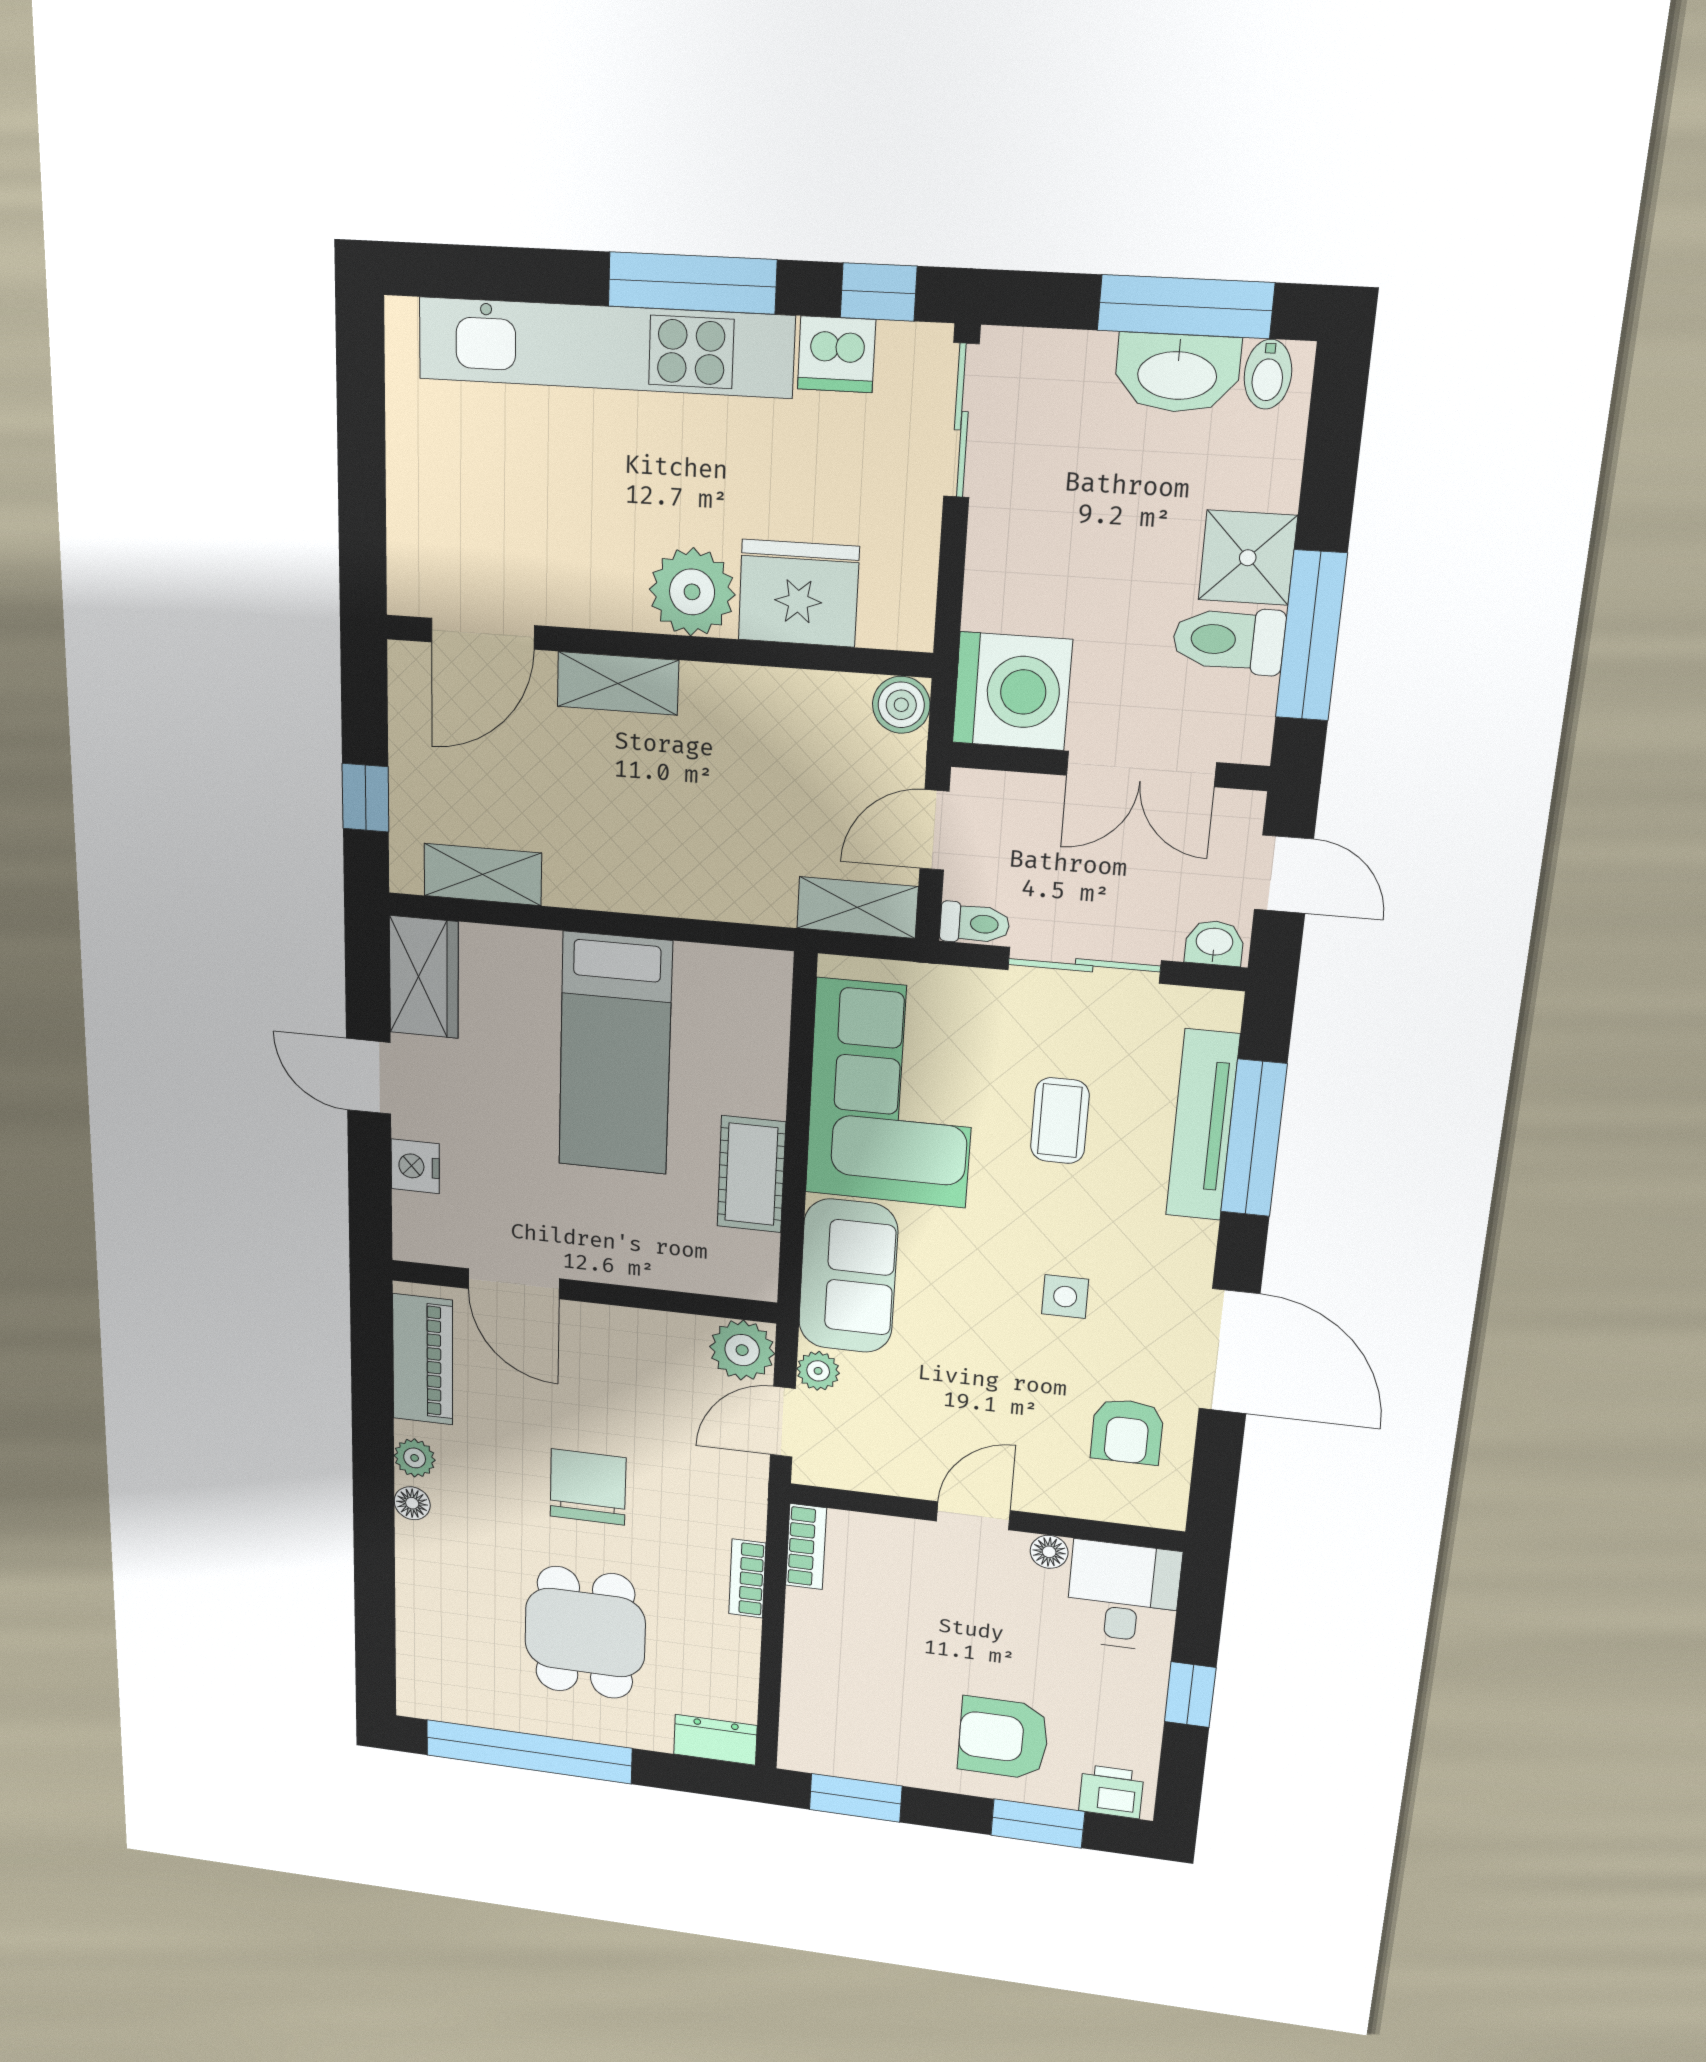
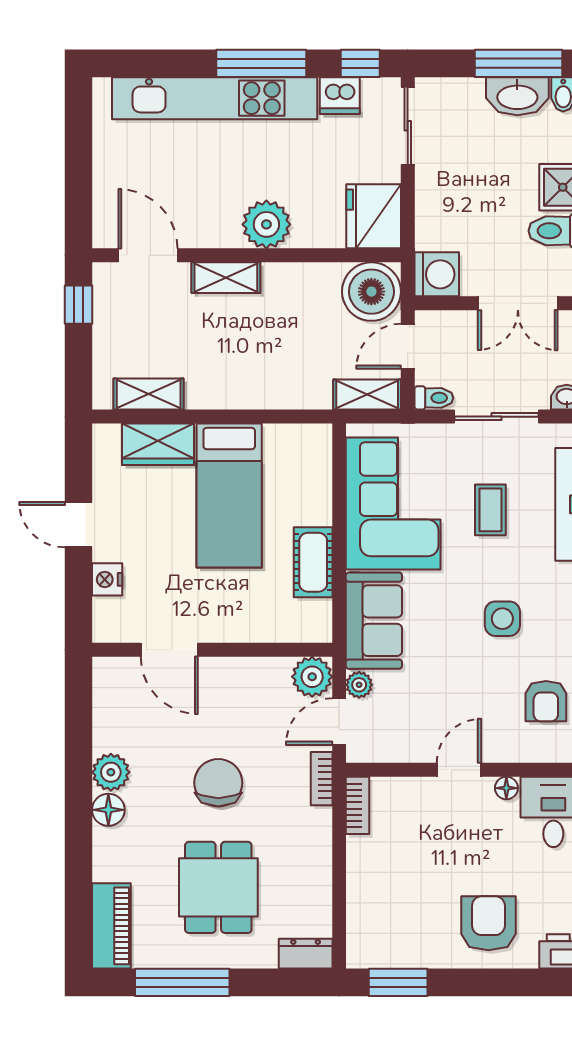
fridge: (799, 593) -> (374, 216), moved, turned -90
door: (483, 634) -> (148, 255), swing flipped
washing machine: (1012, 691) -> (437, 274), width x0.73, depth x0.73
boiler: (901, 705) -> (371, 292), width x1.86, depth x1.86
window: (365, 798) -> (78, 305), moved
wardrobe: (424, 977) -> (158, 444), moved, turned 90
side table: (1065, 1297) -> (502, 619), width x1.37, depth x1.37
piano: (423, 1359) -> (111, 926), moved
plant: (415, 1458) -> (111, 772), width x1.38, depth x1.38
floor lamp: (412, 1503) -> (108, 810), width x1.37, depth x1.37
bookcase: (747, 1579) -> (322, 779), moved
armchair: (1003, 1738) -> (488, 923), turned 90
window: (529, 1752) -> (182, 982), width x0.68
window: (1038, 1823) -> (515, 982), removed

